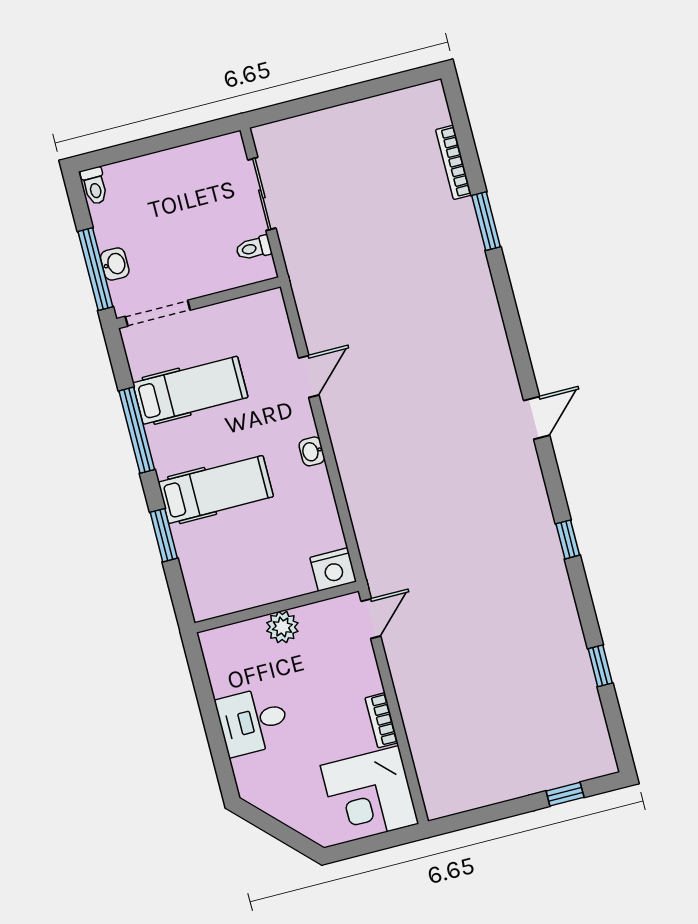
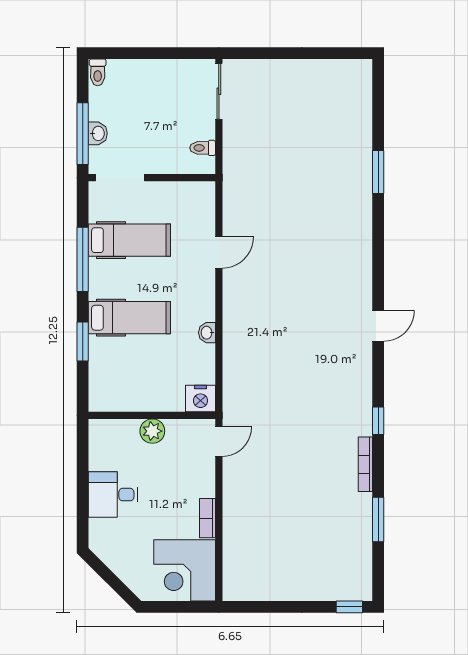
bookcase: (454, 162) -> (365, 464), moved
sliding door: (262, 194) -> (219, 91), moved
washbasin: (312, 451) -> (207, 333), moved
window: (600, 666) -> (378, 519), width x1.50
window: (565, 794) -> (349, 607), moved

